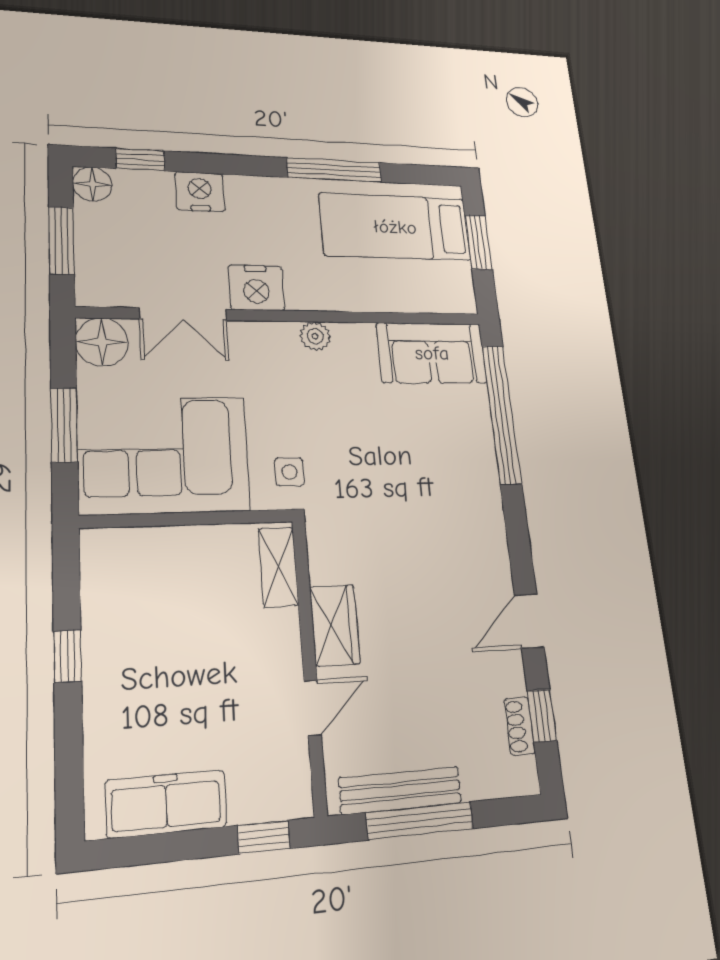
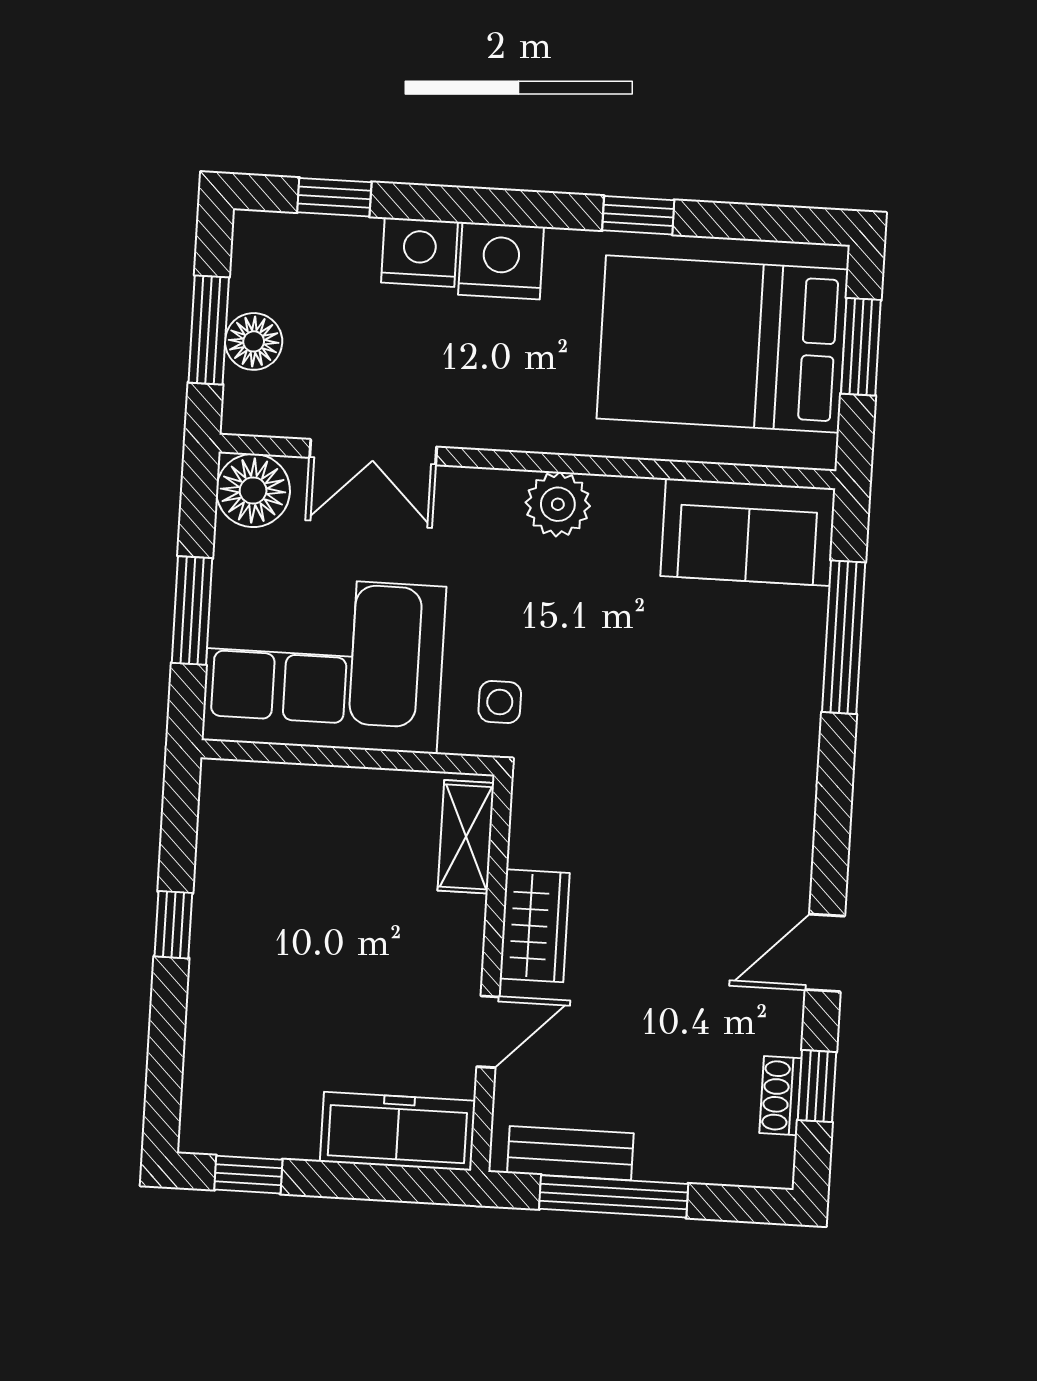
window: (334, 170) -> (638, 215), width x0.46
floor lamp: (92, 184) -> (254, 341), moved
bed: (395, 227) -> (722, 344), width x1.50
nightstand: (256, 288) -> (501, 261), moved, turned 180
plant: (315, 336) -> (558, 504), width x1.38, depth x1.38
window: (501, 414) -> (844, 637), width x0.68
bench: (400, 790) -> (570, 1153), width x0.73
freezer: (166, 804) -> (398, 1131), moved
window: (264, 837) -> (248, 1175), moved

